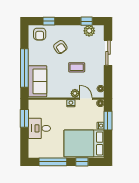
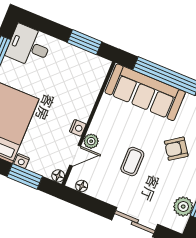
sofa: (37, 81) -> (145, 92), width x1.36
desk: (39, 128) -> (29, 46), moved, turned -90

